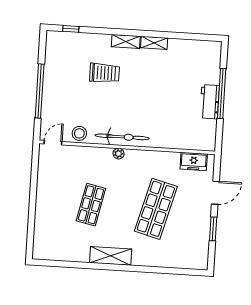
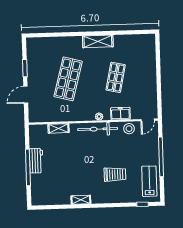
shelving: (126, 41) -> (59, 128), moved
lab bench: (59, 59) -> (149, 181), added
trolley: (104, 73) -> (115, 174), turned 180
freezer: (194, 161) -> (120, 114), moved

